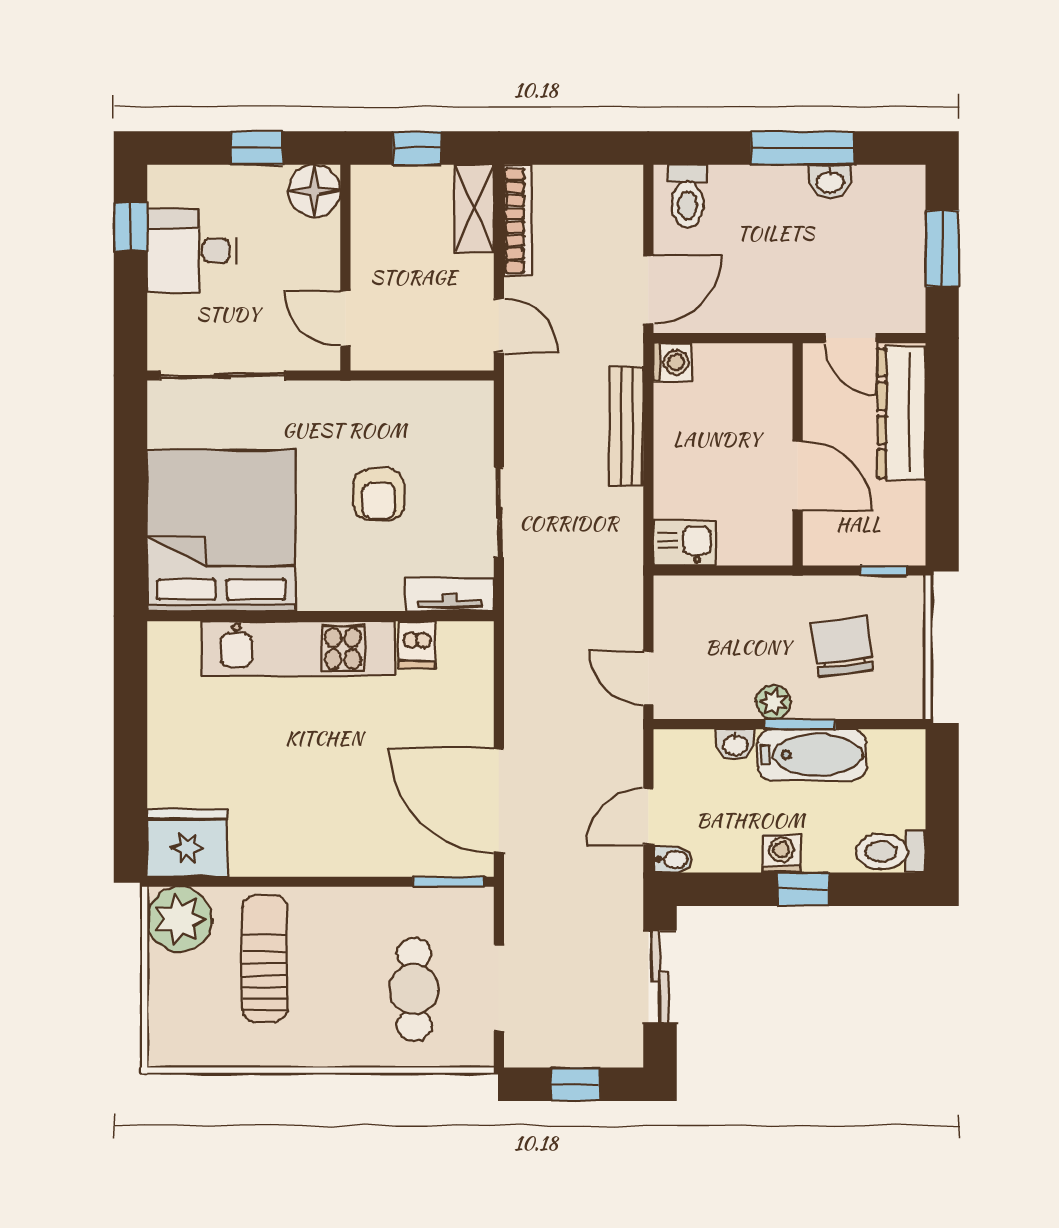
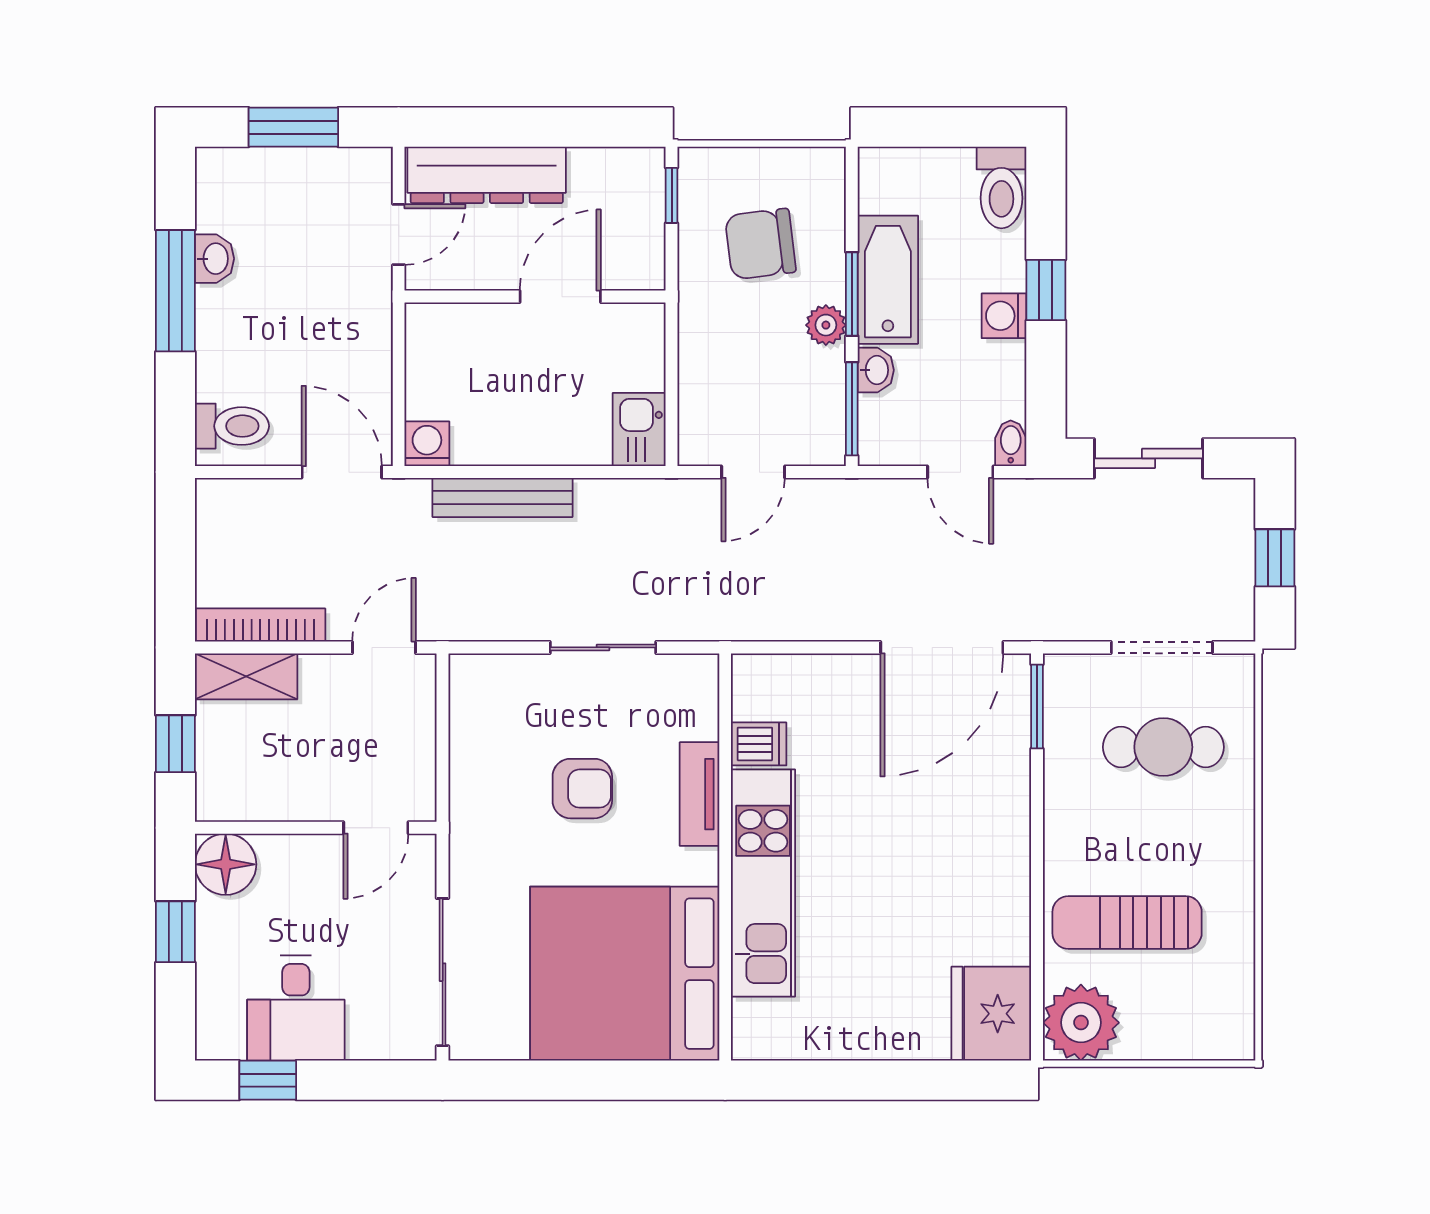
tv unit: (450, 594) -> (699, 794), moved
door: (648, 678) -> (753, 472), moved
window: (702, 724) -> (852, 409), added

